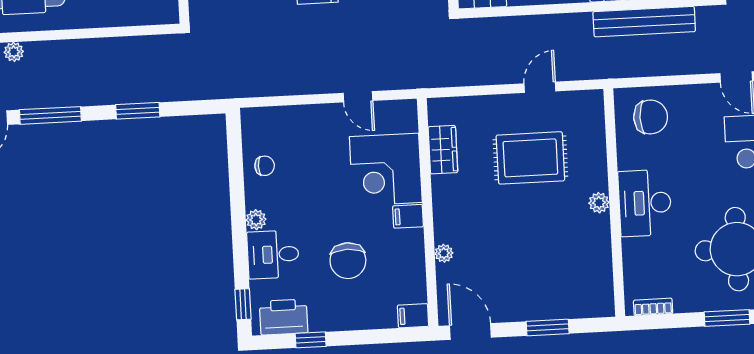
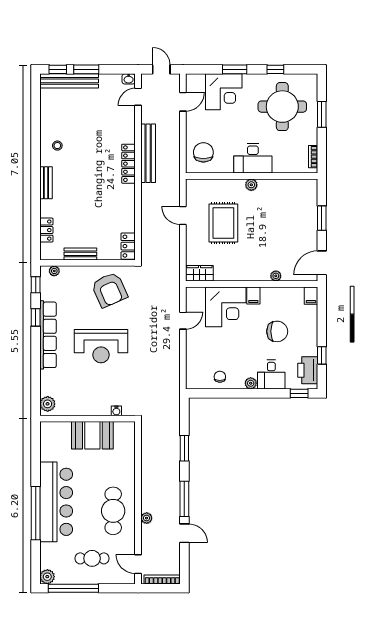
wardrobe: (443, 150) -> (199, 273), moved

